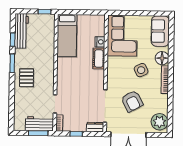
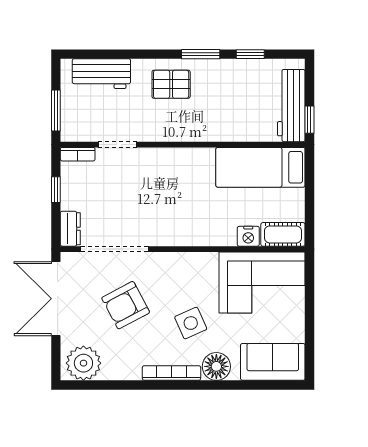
workbench: (21, 31) -> (291, 106), moved, turned 90
cot: (99, 59) -> (283, 234), moved
workbench: (39, 124) -> (101, 74), moved, turned 90

